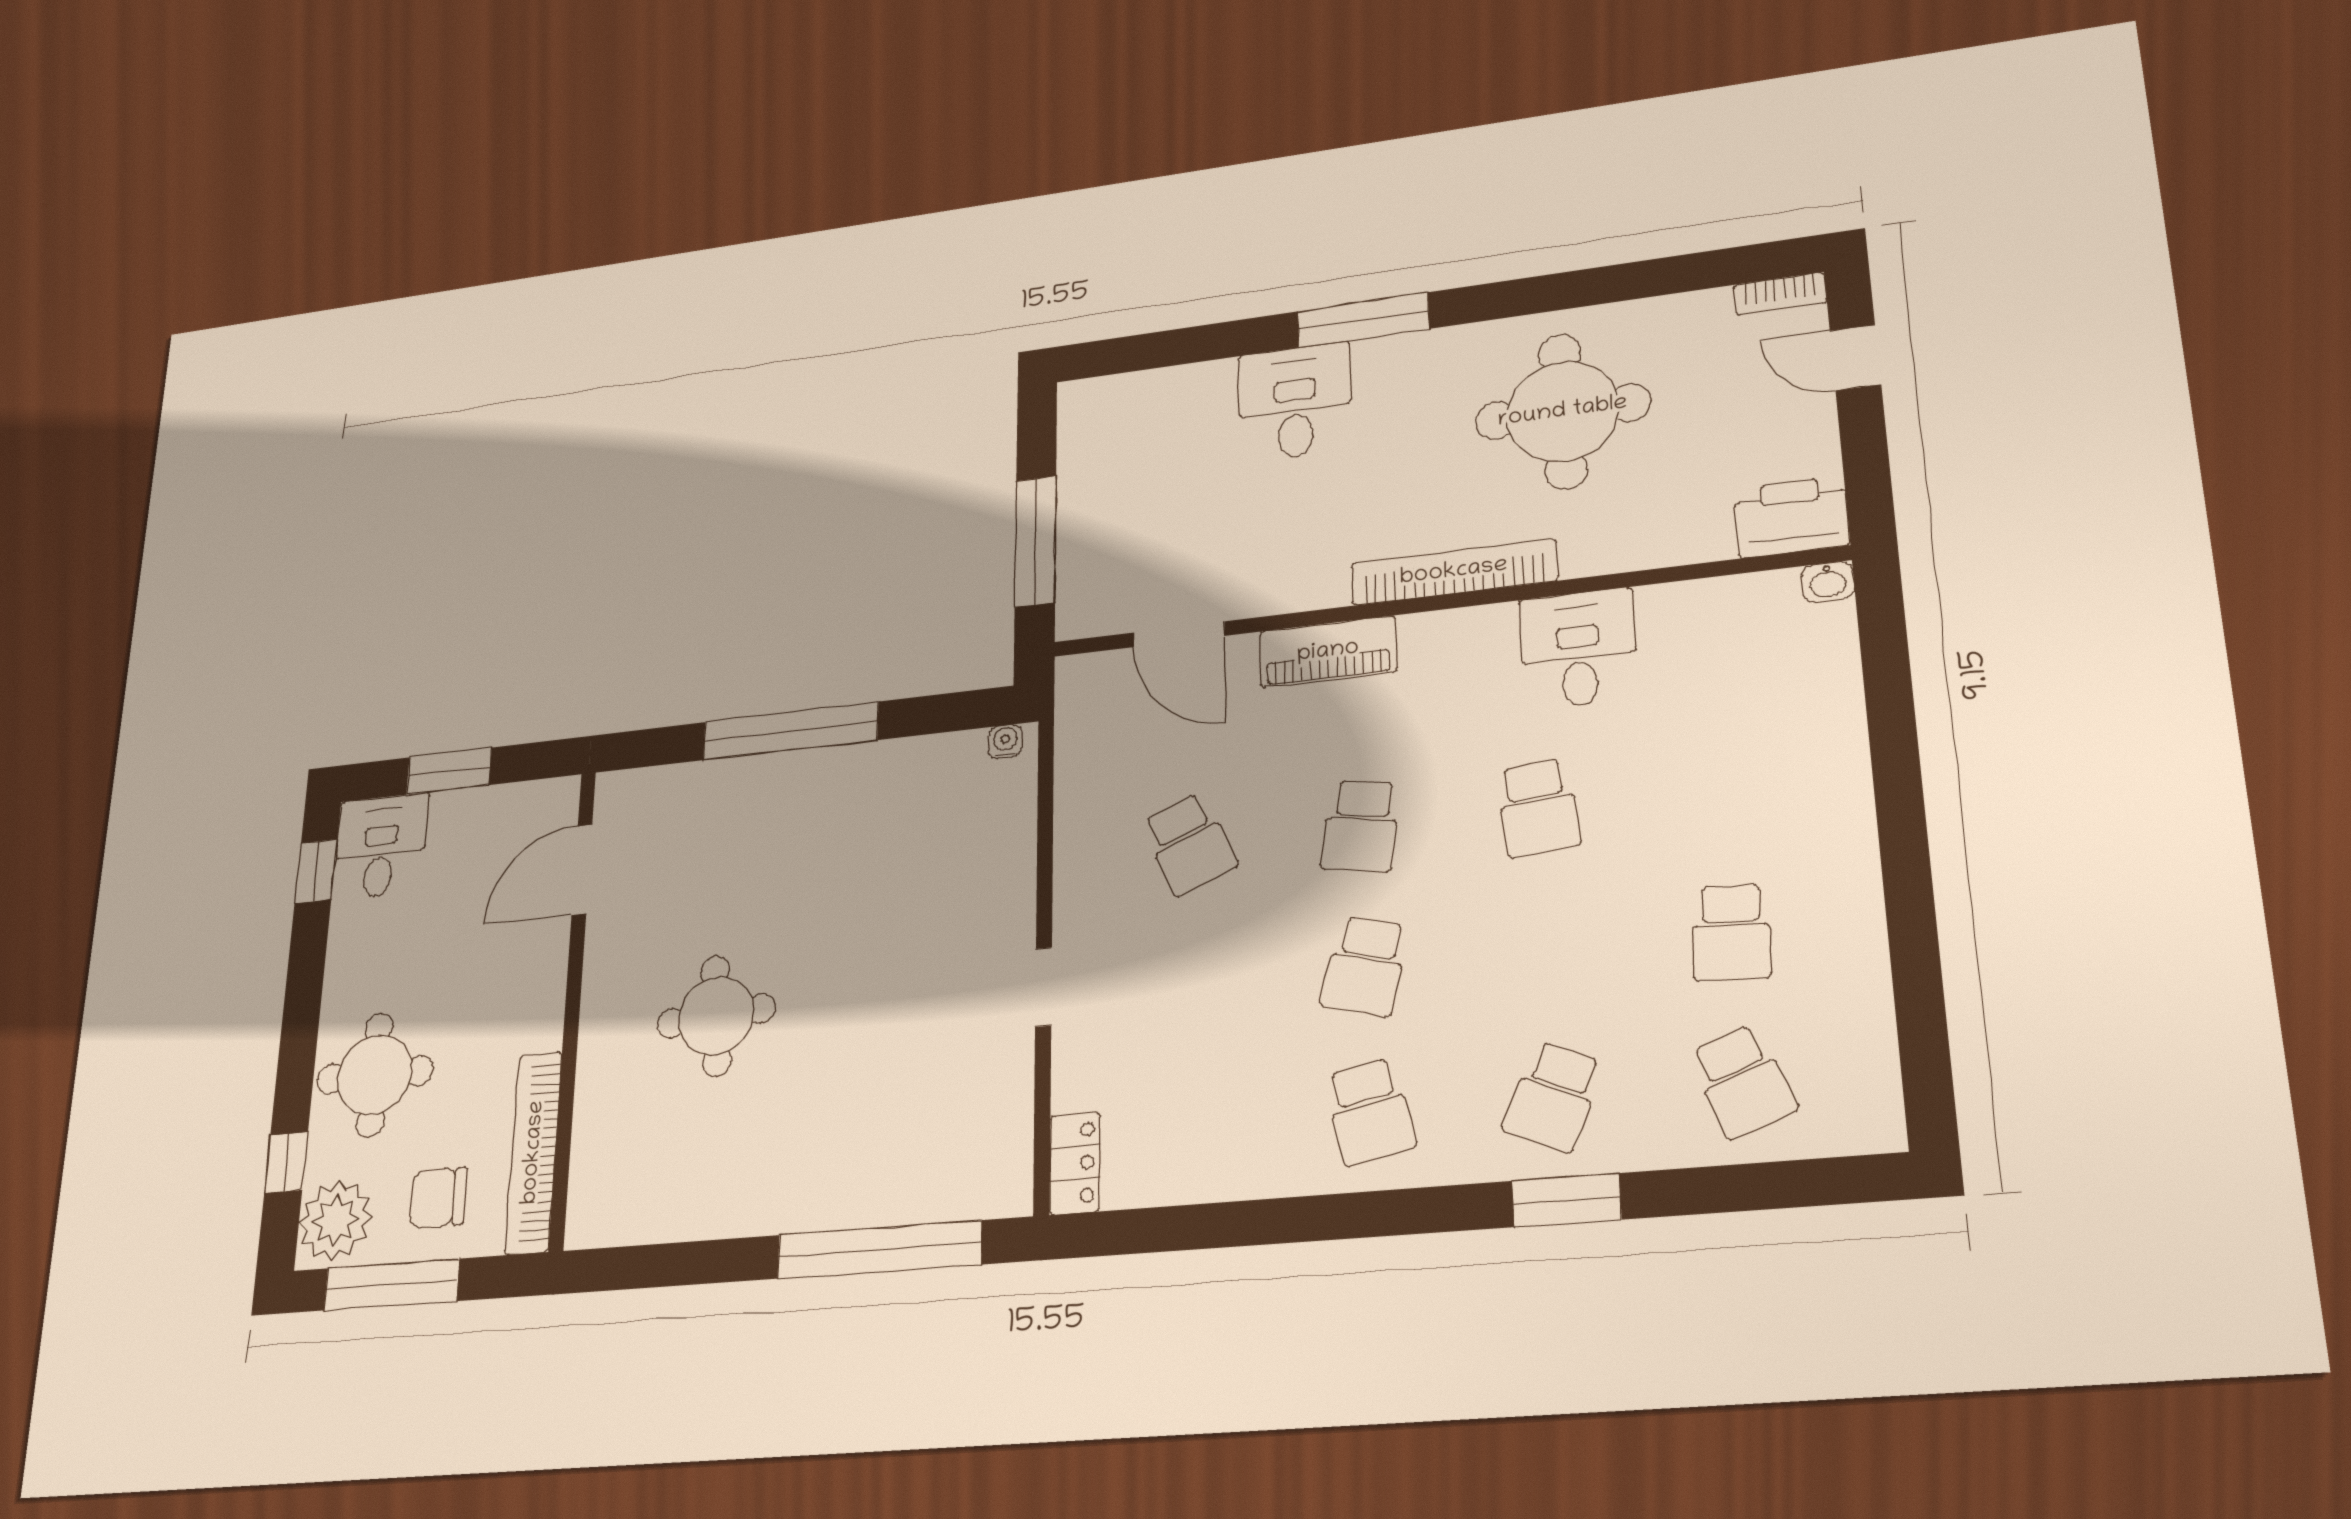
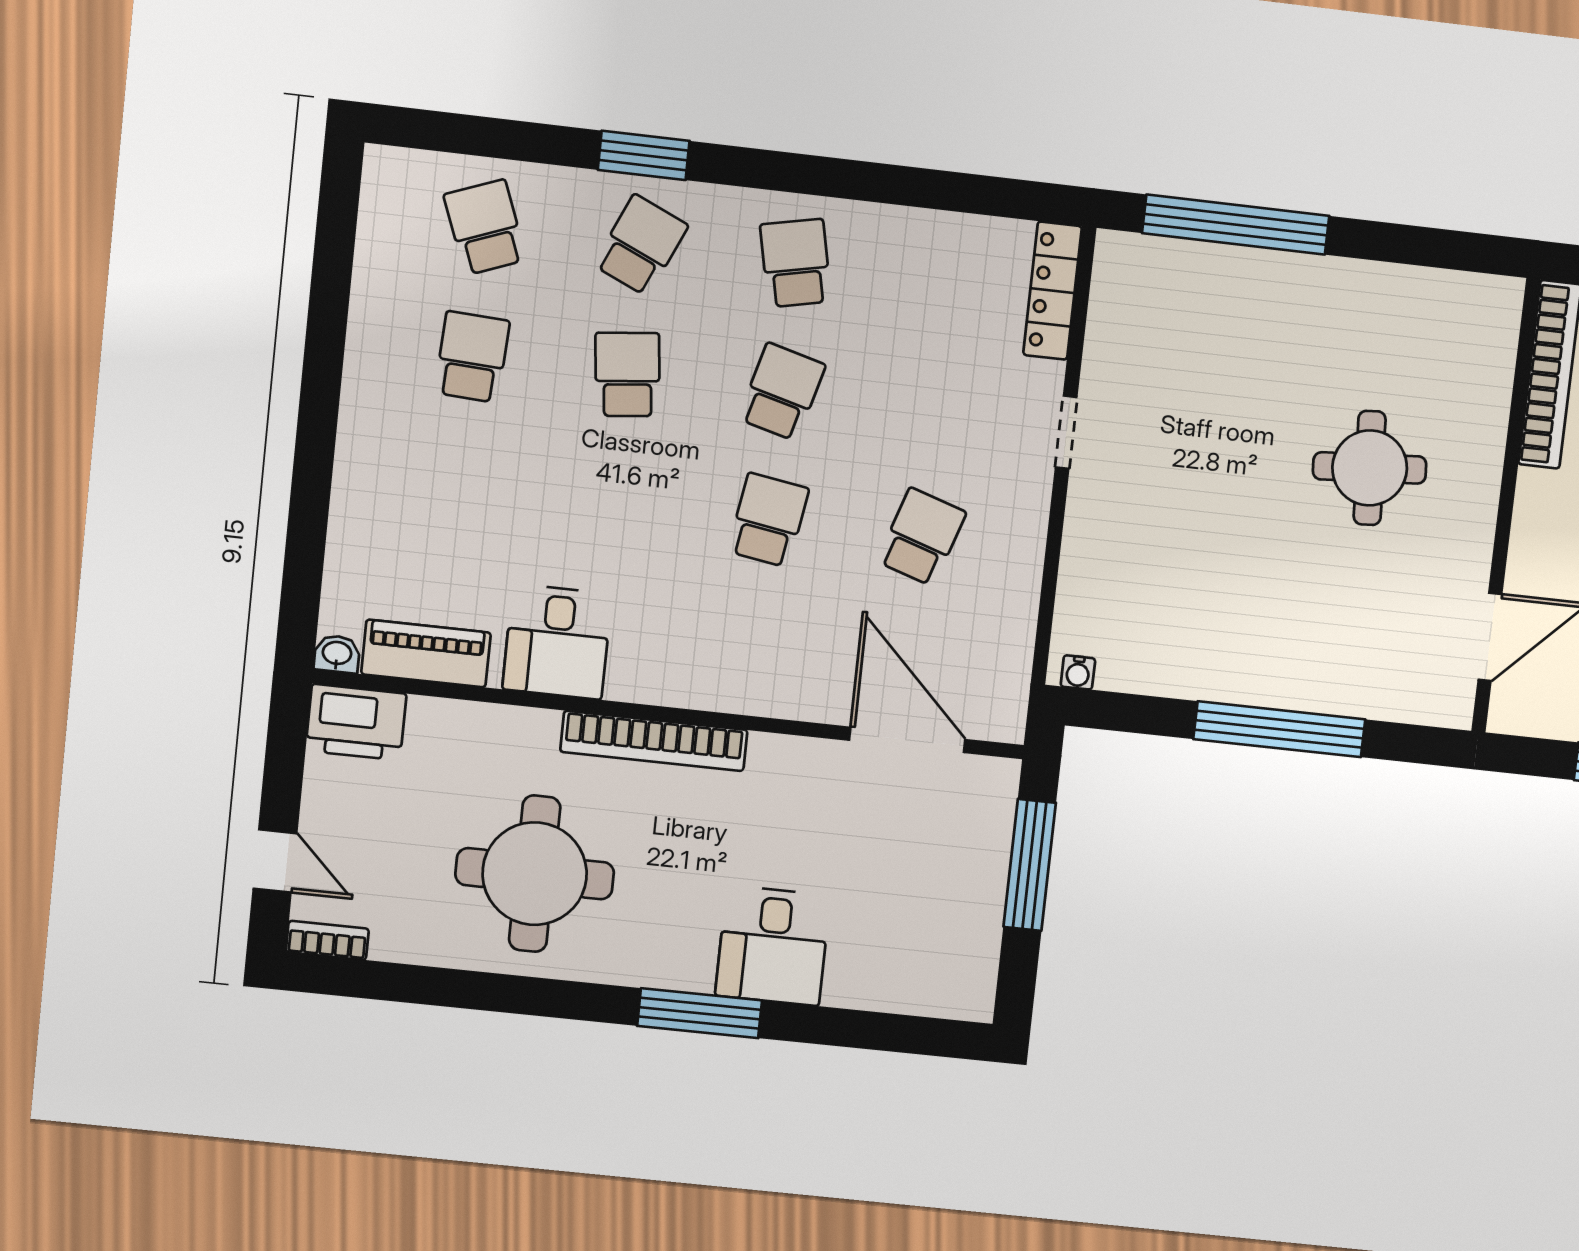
door: (1179, 634) -> (907, 740), width x1.36
piano: (1328, 652) -> (426, 653), moved
school desk: (1538, 808) -> (627, 374), moved
school desk: (1189, 844) -> (922, 537), turned 42
locker: (1075, 1163) -> (1052, 291), width x1.53

